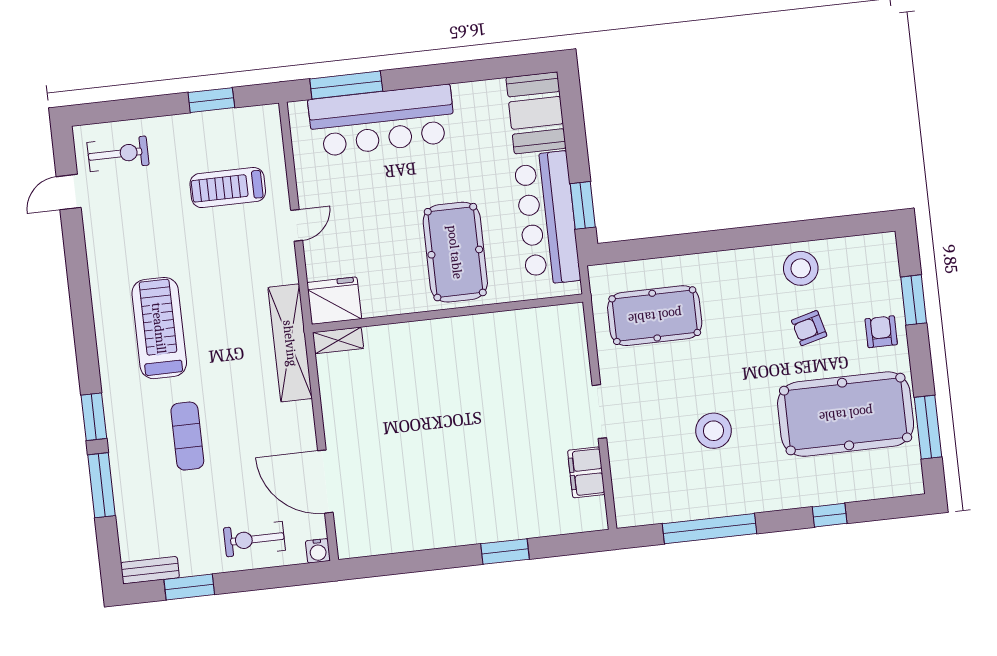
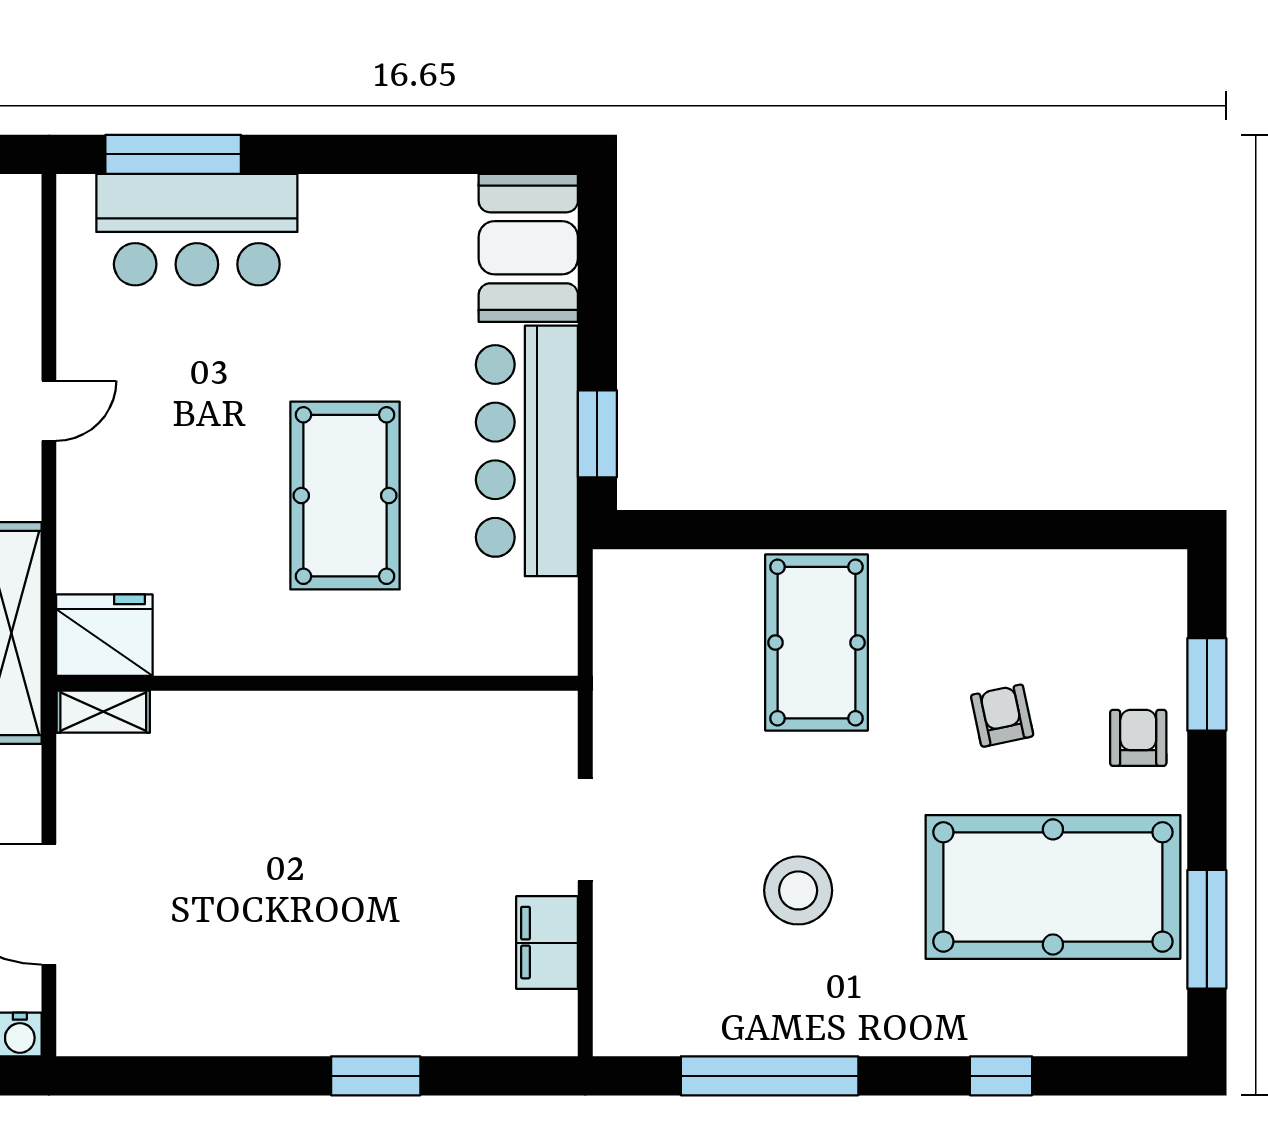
bar counter: (382, 121) -> (197, 230), width x0.73
stool: (801, 268) -> (999, 600), removed
fridge: (334, 301) -> (104, 635), moved
wall: (447, 313) -> (317, 683), moved
pool table: (655, 316) -> (816, 643), moved, turned 90
armchair: (809, 328) -> (1002, 716), turned 93
shelving: (338, 340) -> (103, 712), moved

